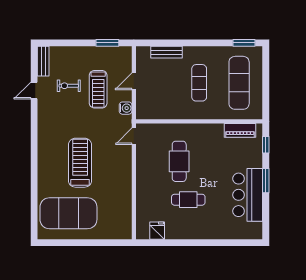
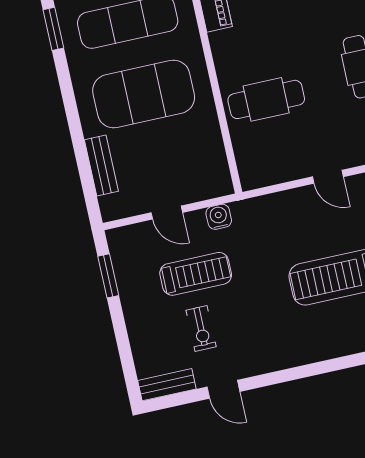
exercise mat: (199, 83) -> (144, 94), width x2.00, depth x1.45
door: (134, 136) -> (328, 177), moved
cafe table: (179, 161) -> (266, 99), moved

